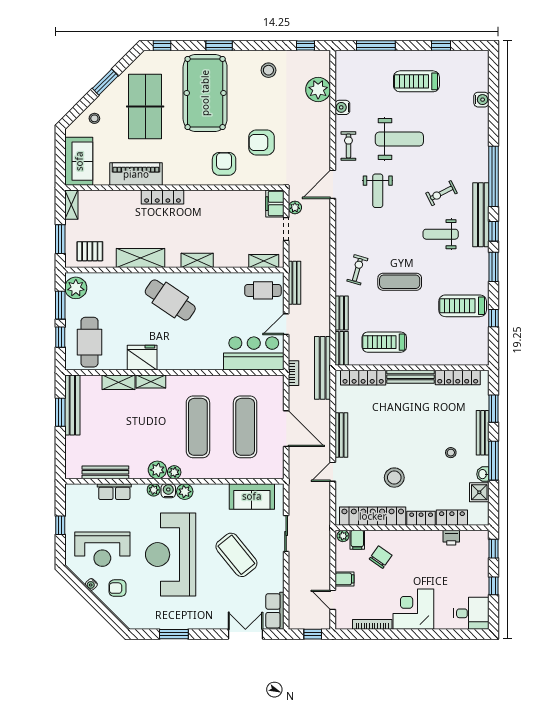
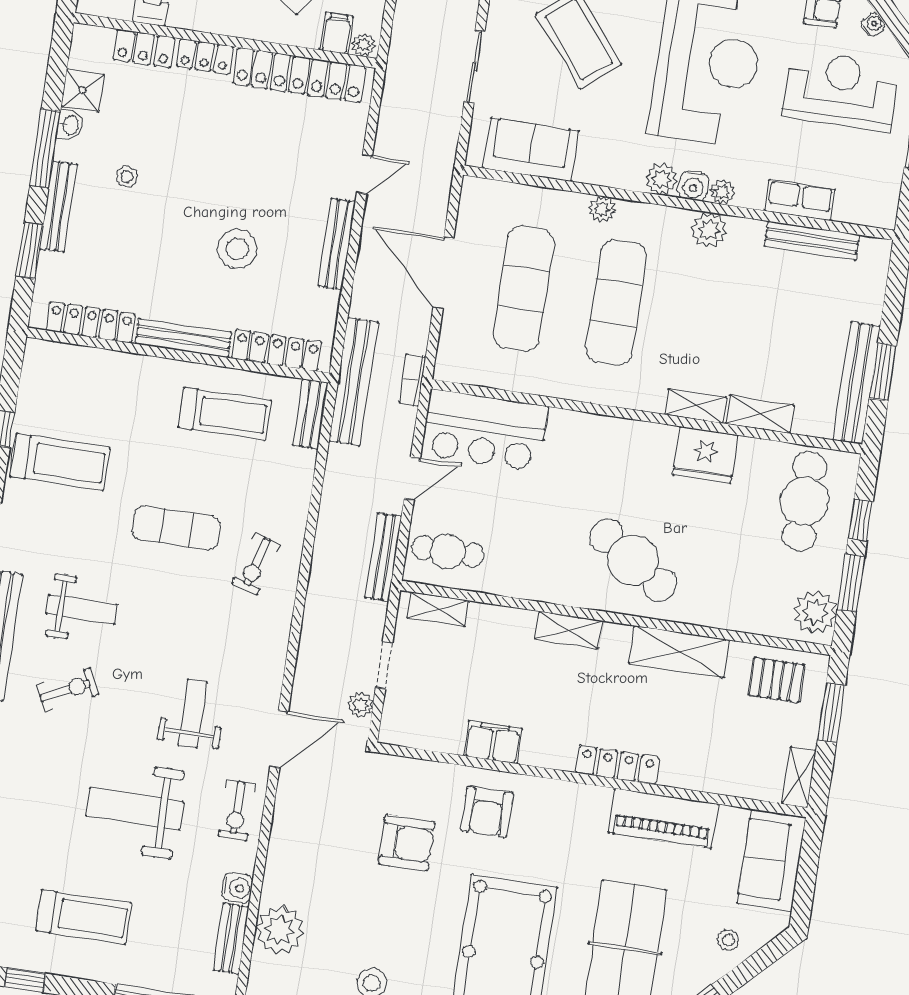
filing cabinet: (275, 204) -> (493, 742), moved, turned -90
bench: (342, 313) -> (231, 939), moved
plant: (174, 472) -> (602, 209), moved
stool: (394, 478) -> (237, 249), moved

